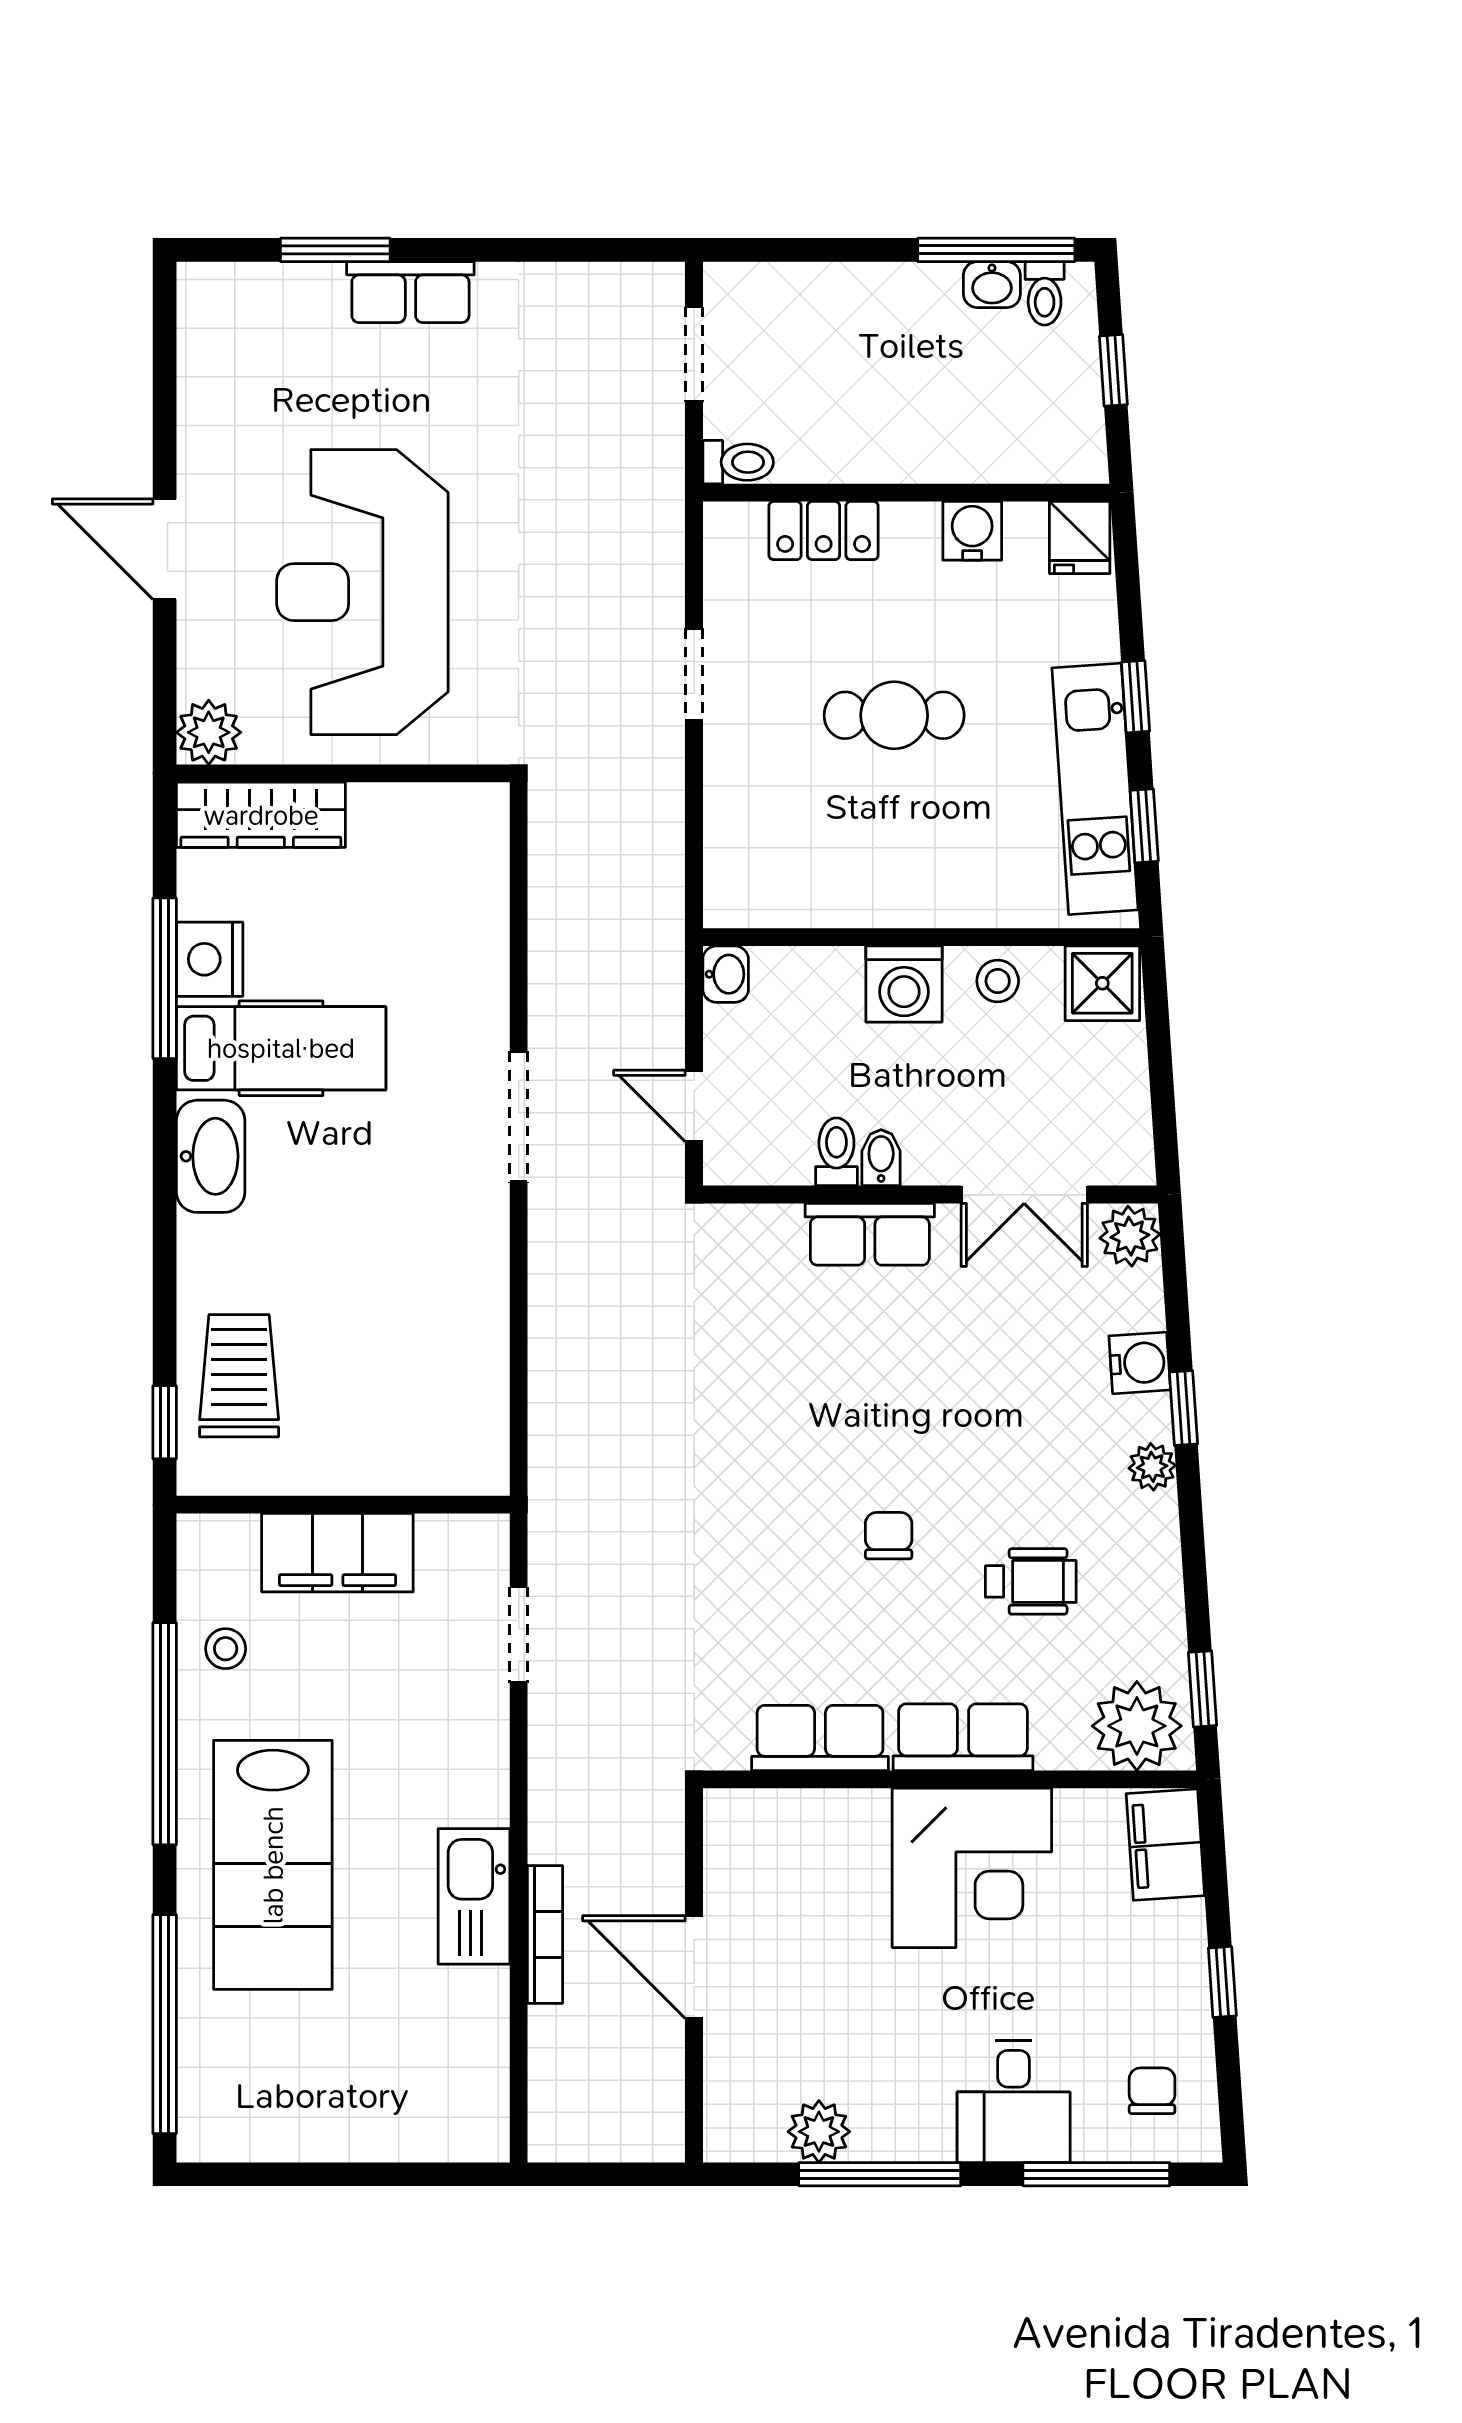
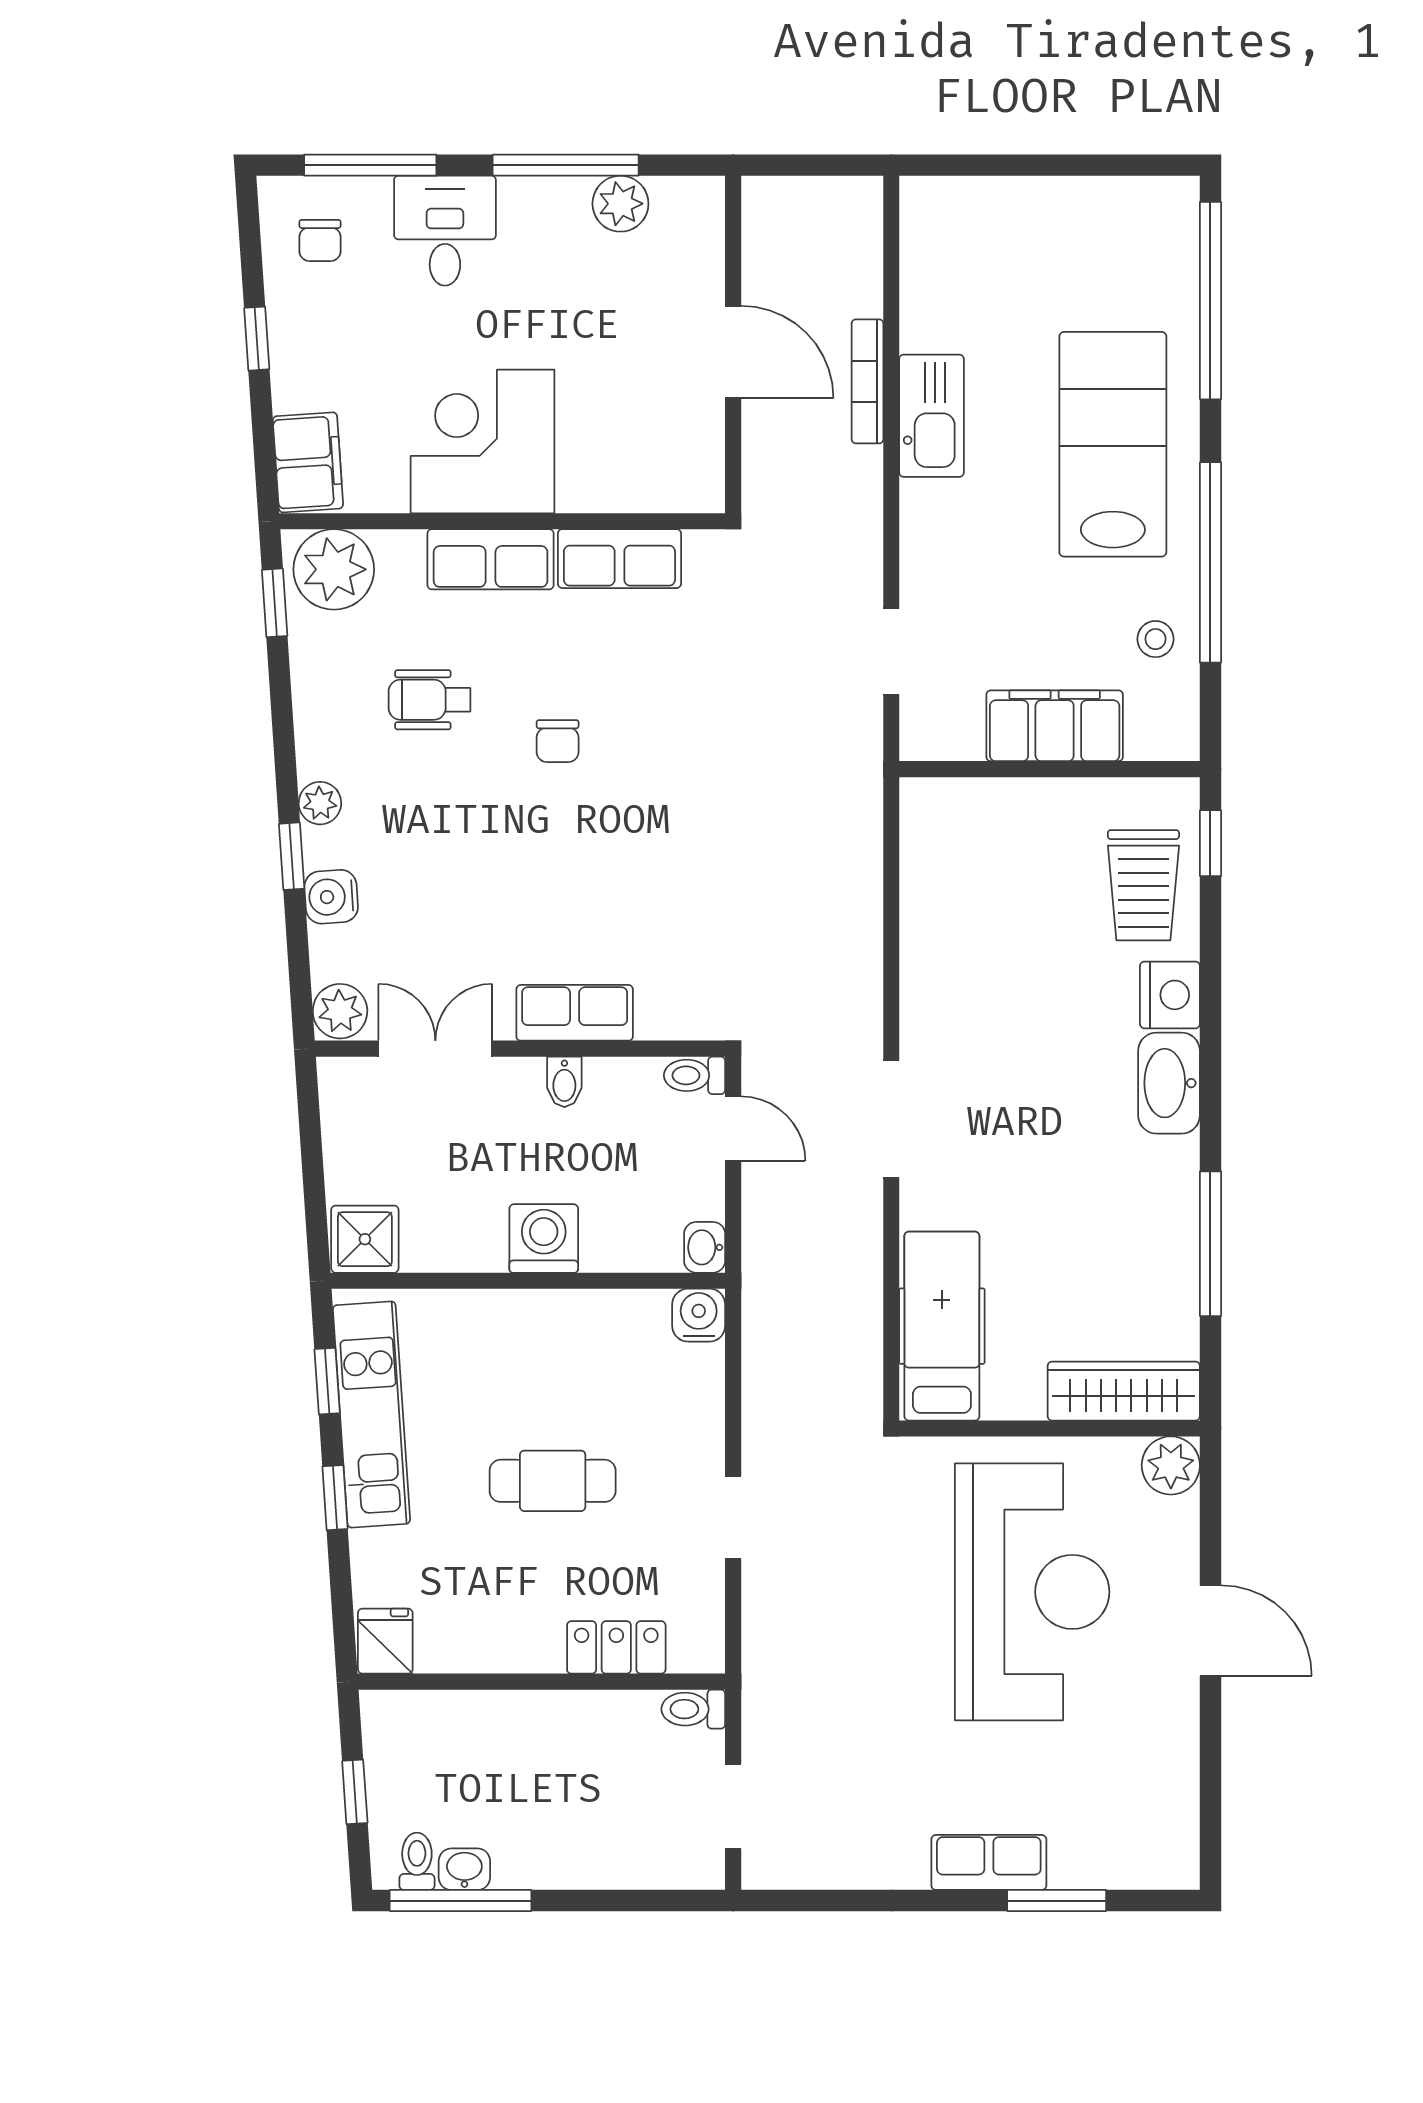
water cooler: (972, 531) -> (699, 1315), moved, turned 180
nightstand: (210, 959) -> (1170, 995), moved
stool: (998, 981) -> (459, 1241), removed
hospital bed: (281, 1048) -> (942, 1326), moved, turned 90
toilet: (836, 1152) -> (695, 1075), moved, turned 90

